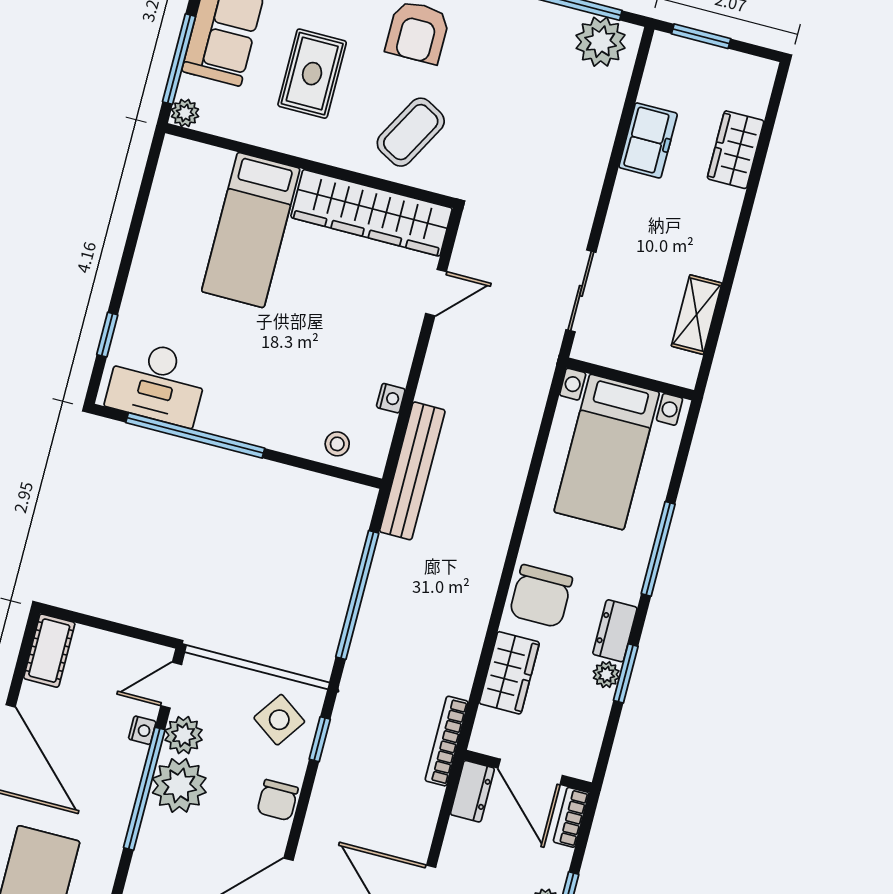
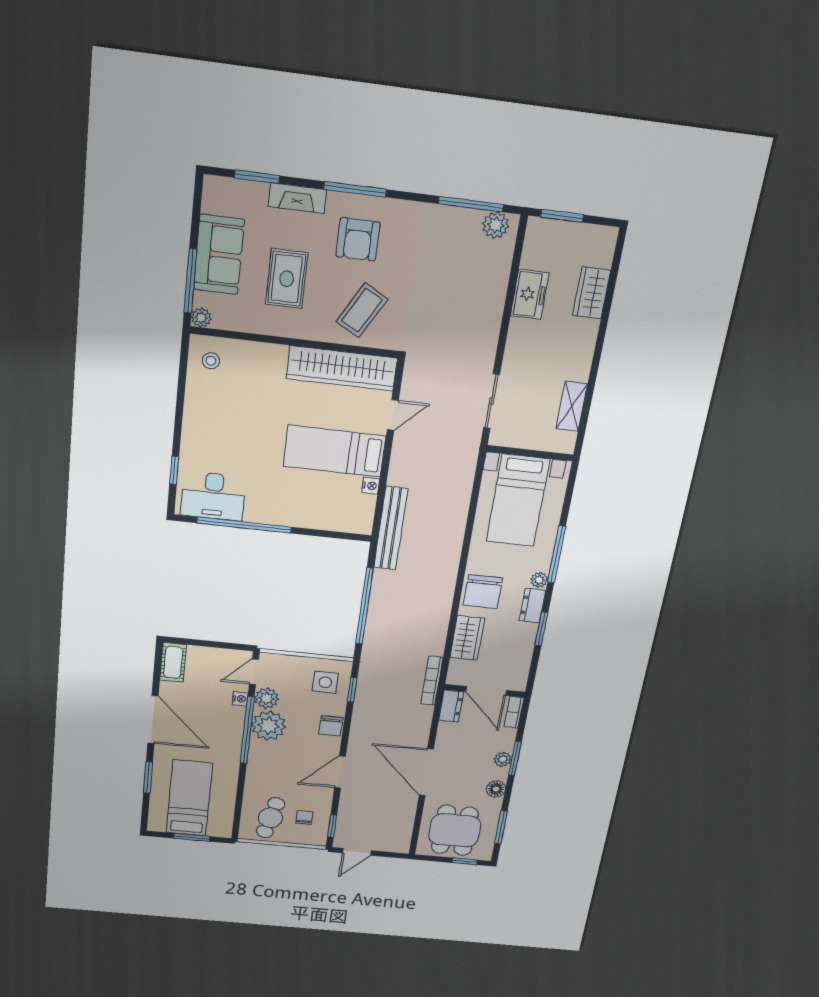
plant: (601, 42) -> (496, 225), width x0.73, depth x0.73
bed: (251, 230) -> (334, 451), moved, turned 90
stool: (337, 444) -> (211, 361), moved
plant: (606, 675) -> (539, 580), moved
side table: (279, 720) -> (325, 682), turned -35

